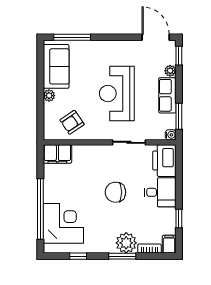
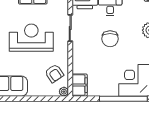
reception desk: (117, 93) -> (31, 38), turned 180
plant: (49, 96) -> (64, 92), moved

